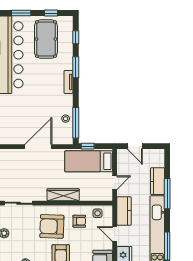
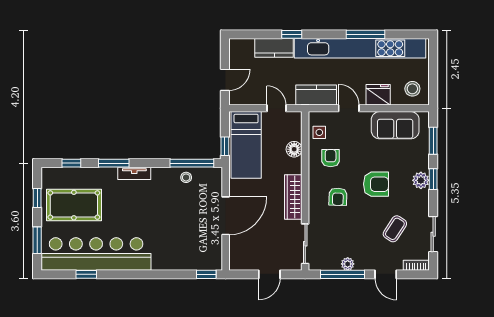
door: (38, 147) -> (226, 216), swing flipped
window: (167, 194) -> (292, 34), width x0.46
wardrobe: (63, 195) -> (293, 197), moved
floor lamp: (86, 195) -> (294, 149), added
armchair: (52, 226) -> (338, 197), width x0.53, depth x0.53
door: (115, 234) -> (349, 108), swing flipped

